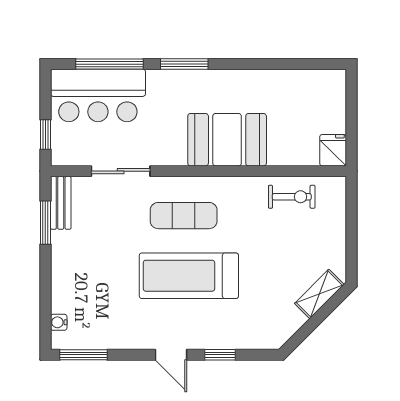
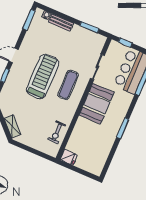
window: (184, 64) -> (123, 128), moved
booth: (227, 140) -> (97, 104), moved
bench: (61, 203) -> (61, 22), moved

